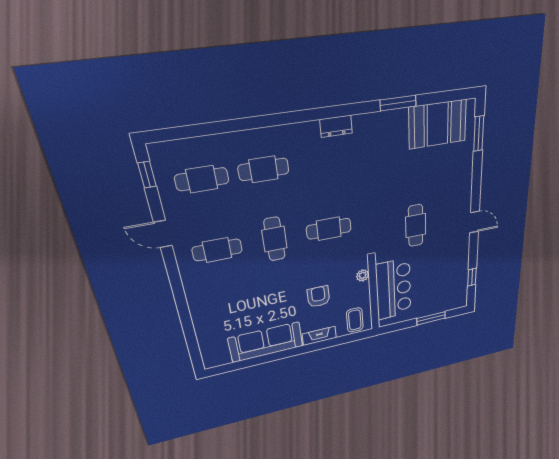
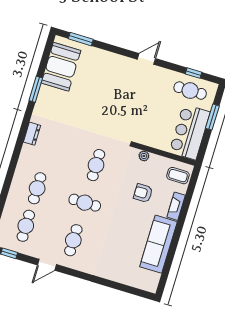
cafe table: (416, 226) -> (190, 91), moved
bar counter: (394, 289) -> (190, 132), moved, turned -90

